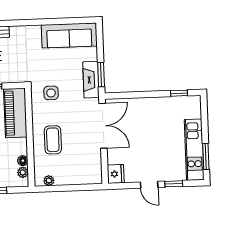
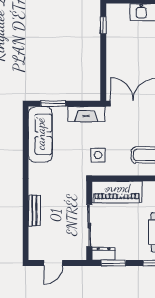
window: (101, 75) -> (53, 104), moved

